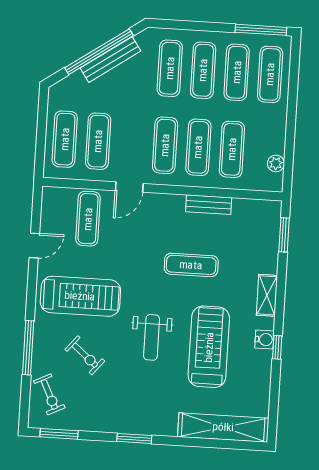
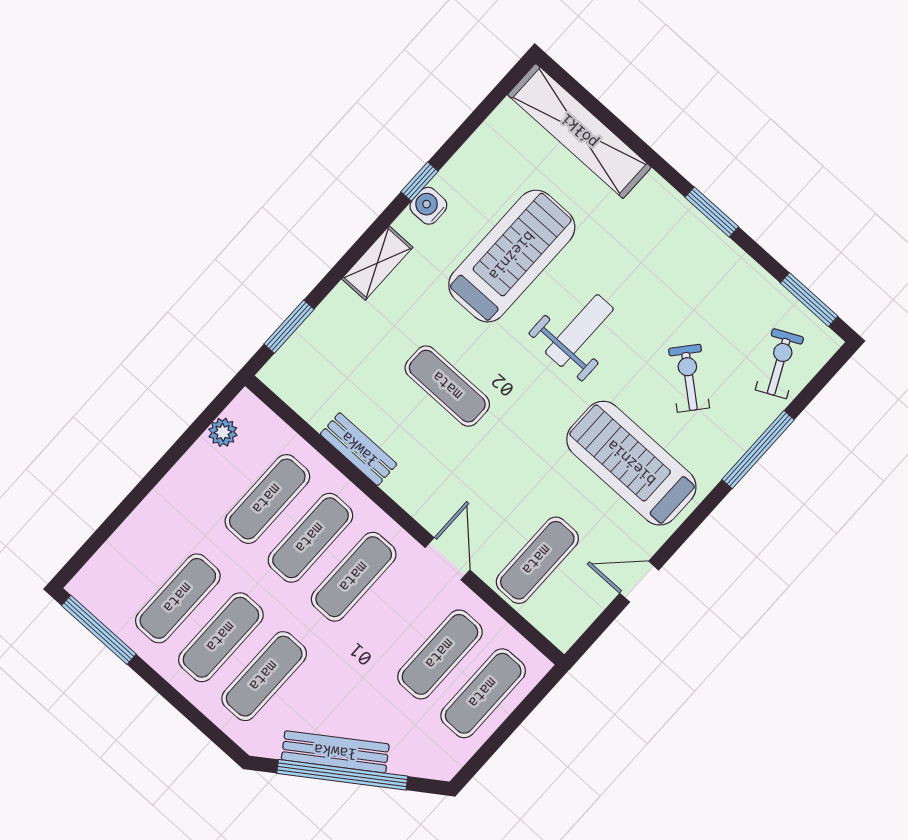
exercise mat: (270, 74) -> (135, 560), removed
door: (129, 187) -> (447, 559), hinge flipped
treadmill: (209, 347) -> (512, 256), turned 180

